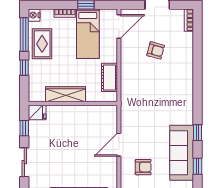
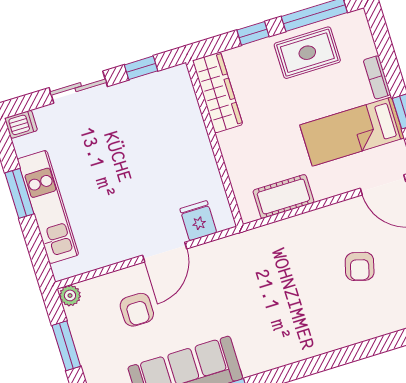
nightstand: (34, 15) -> (356, 22), removed
wardrobe: (65, 94) -> (217, 92), moved
fridge: (37, 112) -> (198, 221), moved, turned 180
door: (119, 145) -> (165, 252), swing flipped

